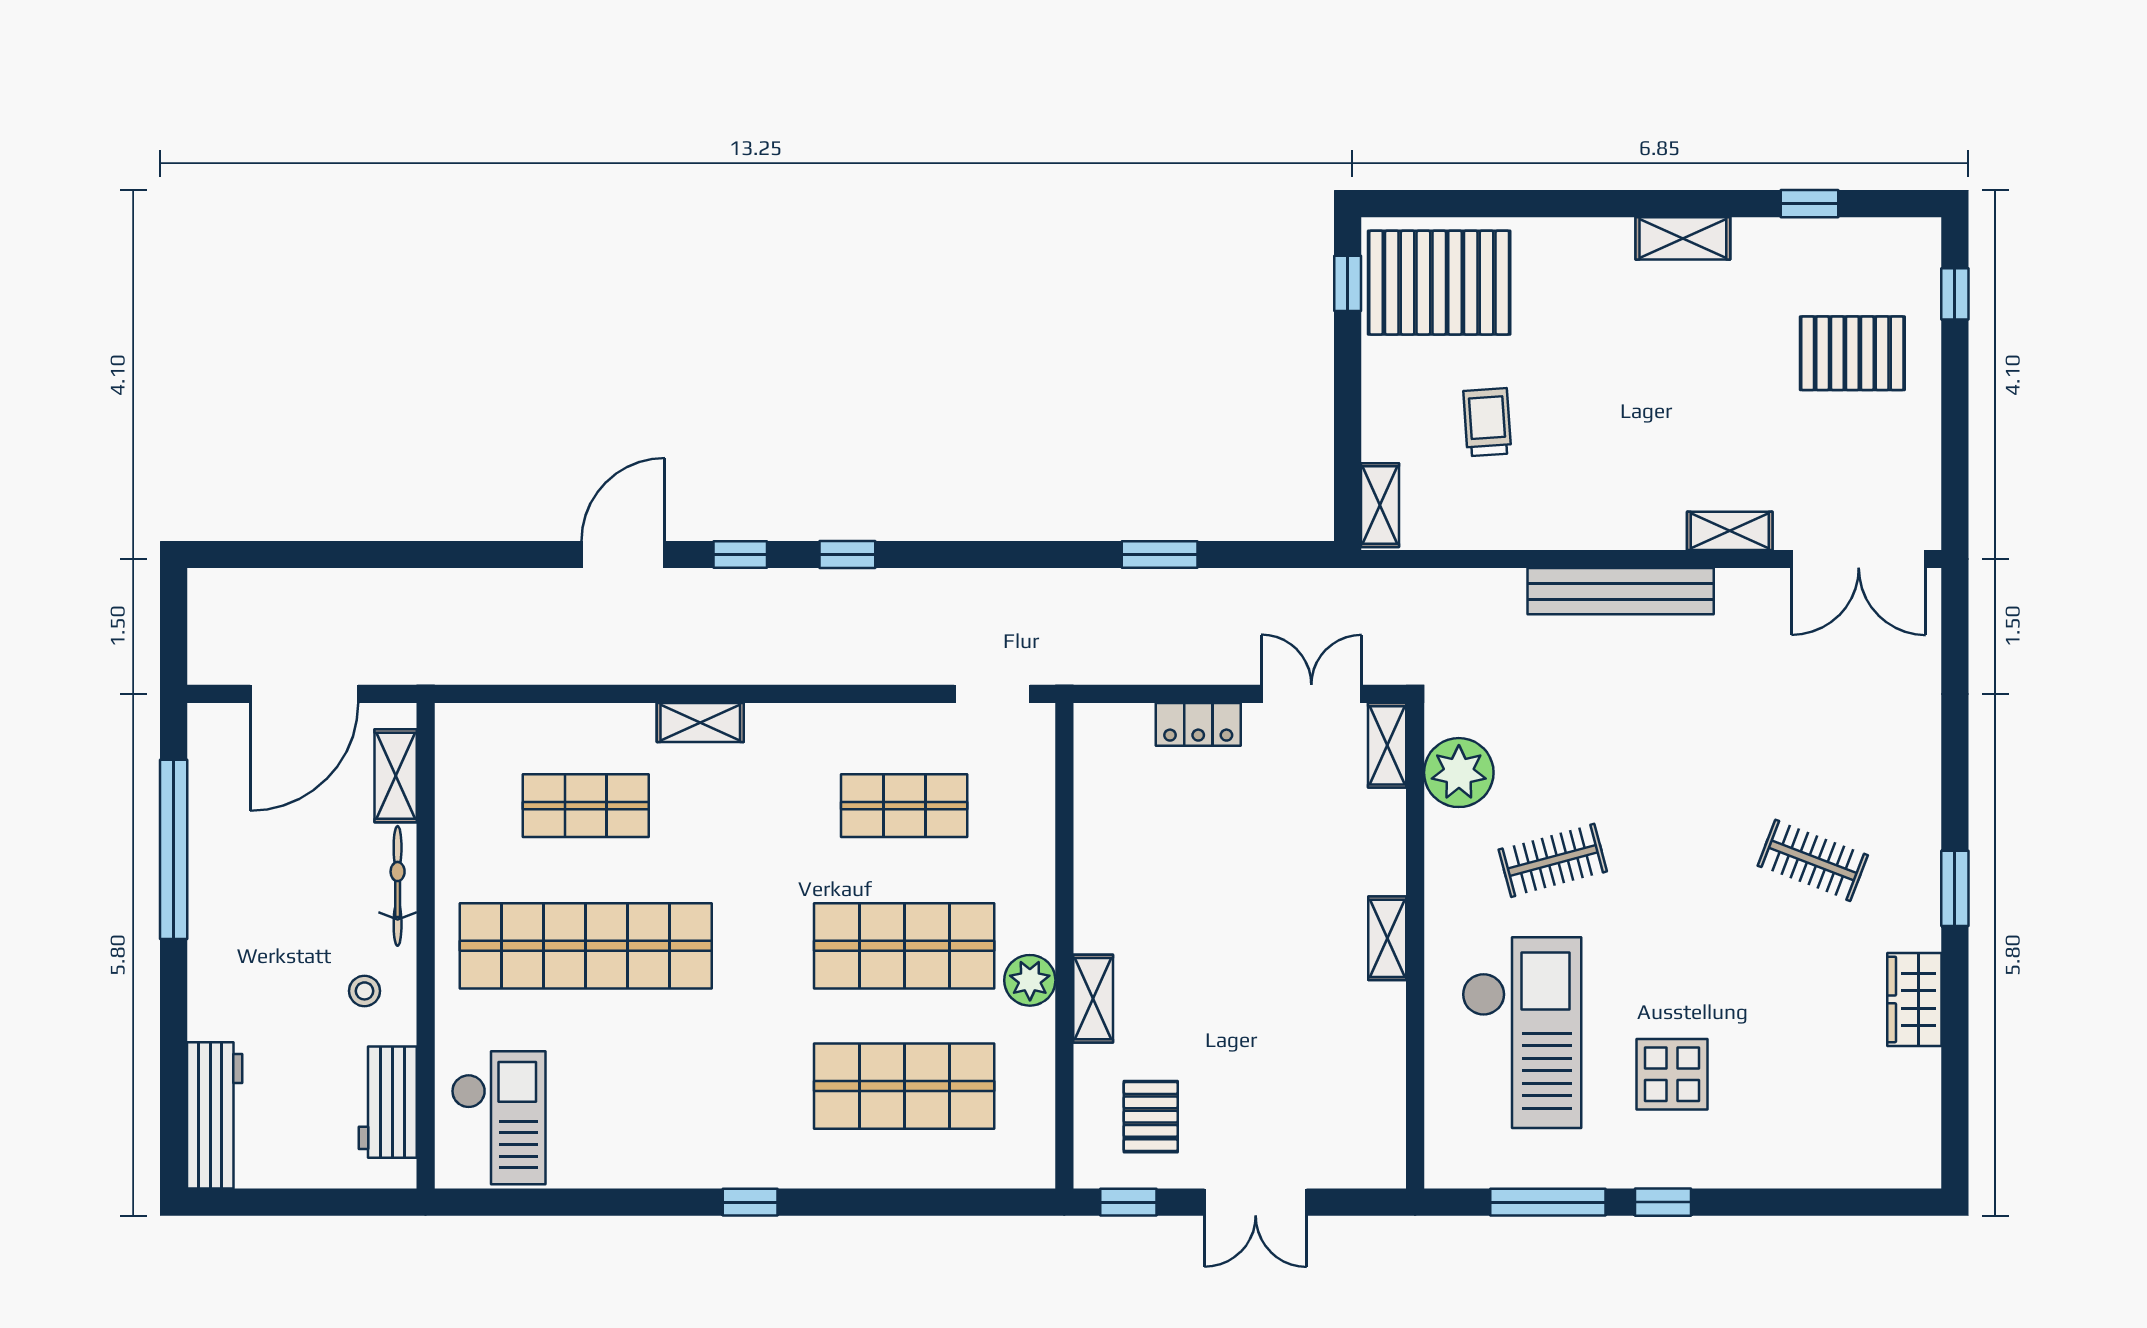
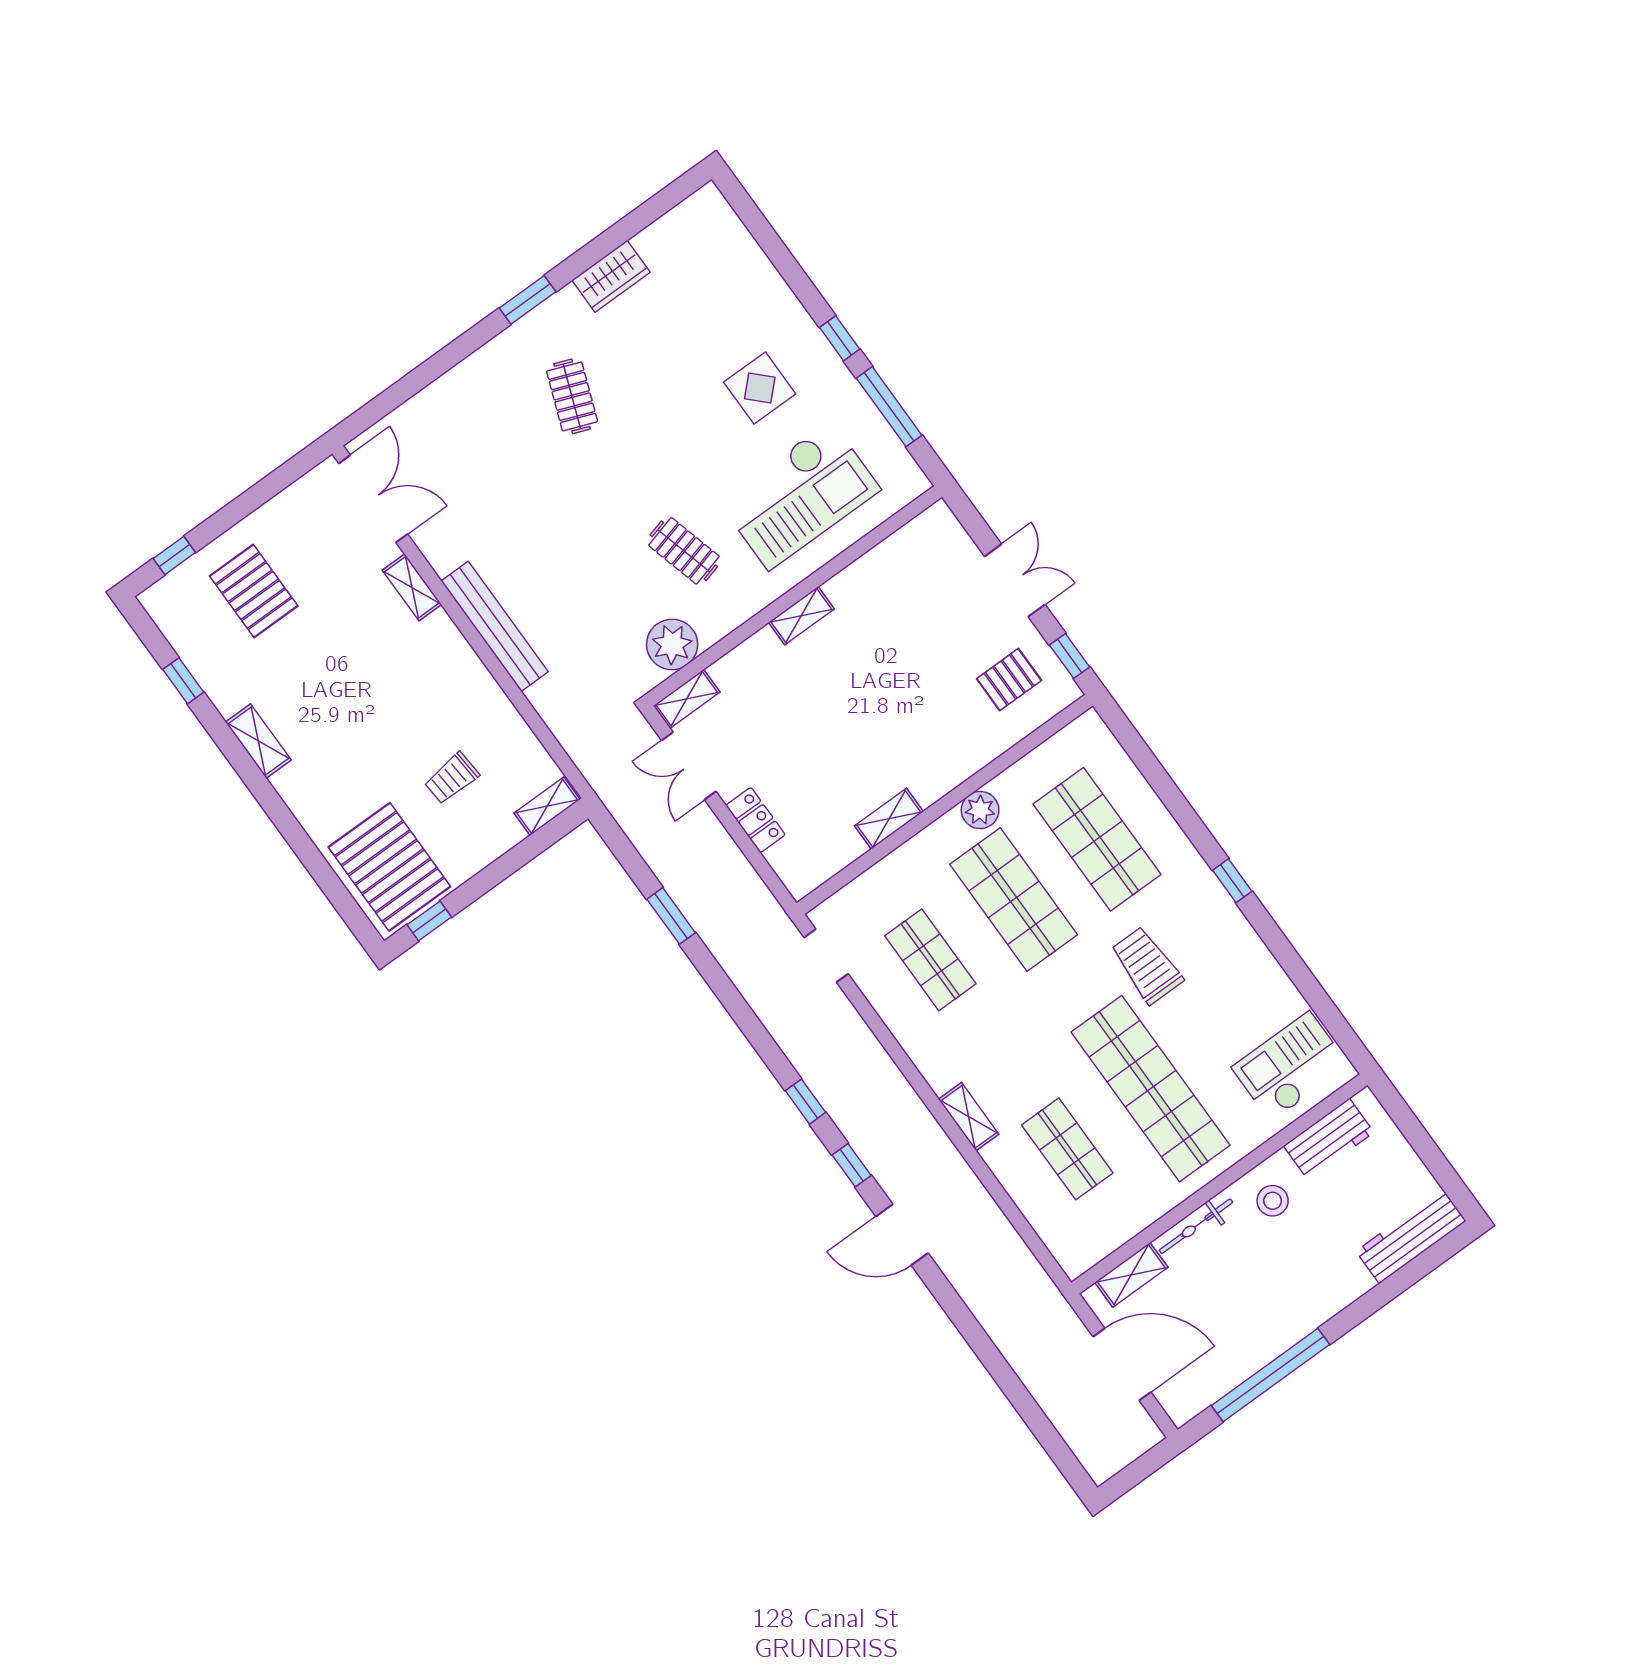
stool: (364, 991) -> (1273, 1201), width x1.37, depth x1.37
shelving: (1093, 999) -> (889, 819), moved
checkout: (1522, 1033) -> (800, 495), turned 180
trolley: (725, 1040) -> (1147, 965), added

